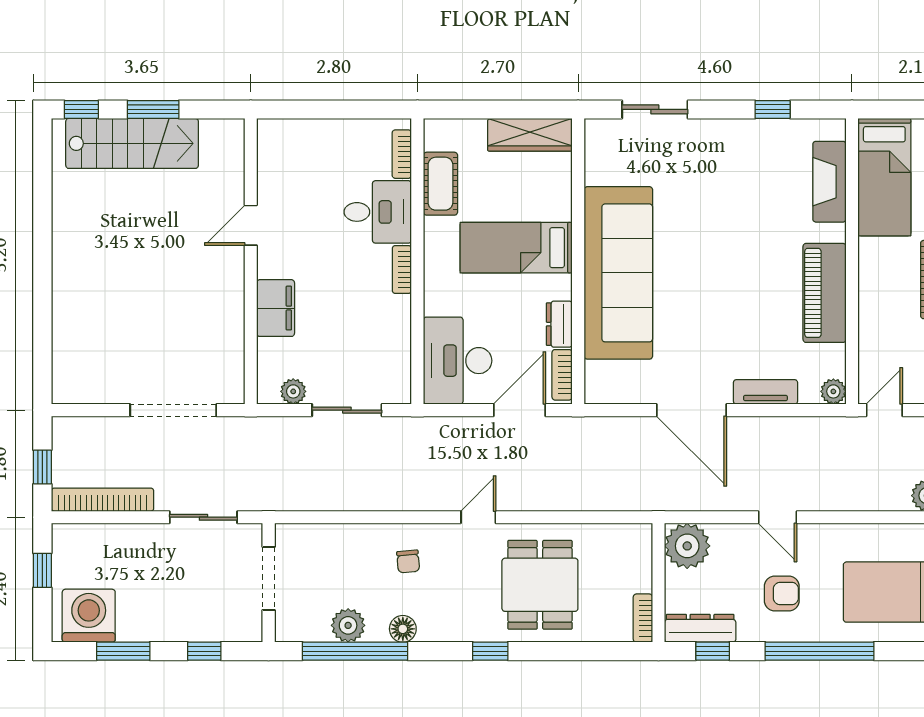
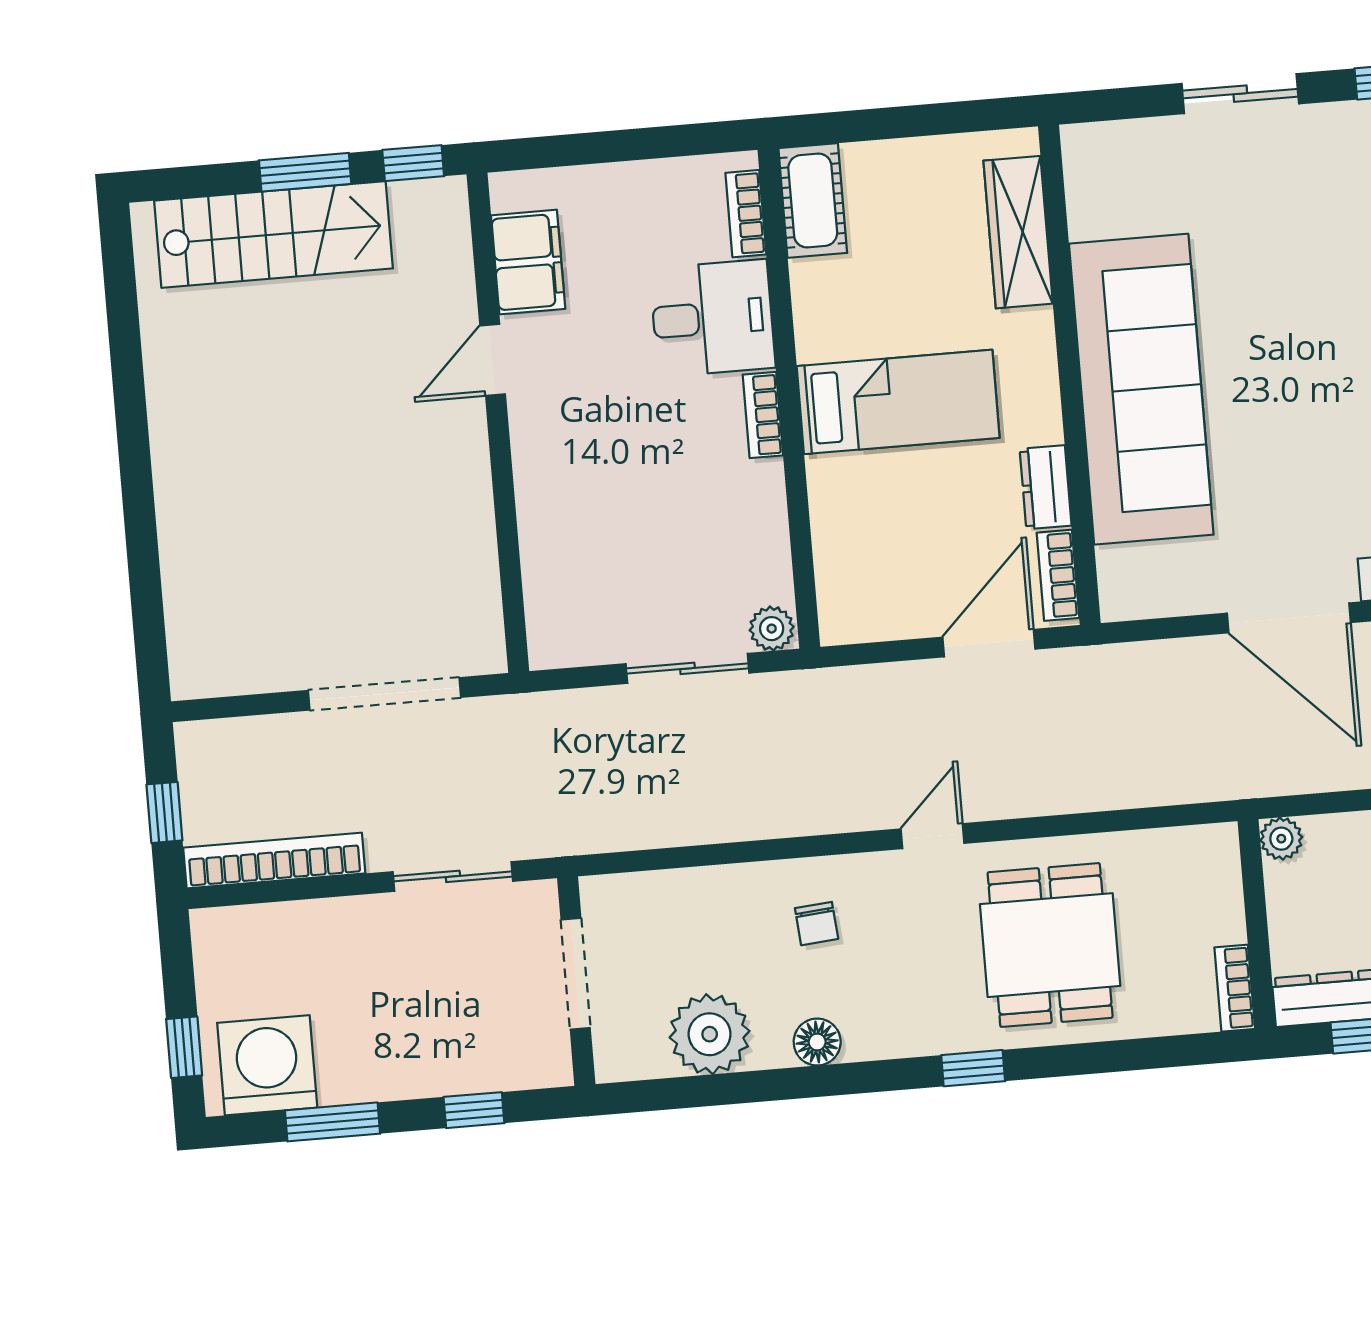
window: (81, 109) -> (413, 163), moved
sliding door: (655, 109) -> (1240, 94), moved
wardrobe: (530, 135) -> (1018, 232), moved, turned 90
cot: (440, 184) -> (813, 201), moved
bed: (516, 248) -> (898, 402), moved, turned 180
filing cabinet: (276, 308) -> (528, 262), moved
desk: (458, 361) -> (873, 566), removed
plant: (293, 391) -> (772, 629), moved
plant: (687, 546) -> (1281, 839), width x0.53, depth x0.53
window: (42, 570) -> (184, 1047), moved
plant: (348, 625) -> (710, 1034), width x1.36, depth x1.36
window: (355, 651) -> (737, 1088), removed

